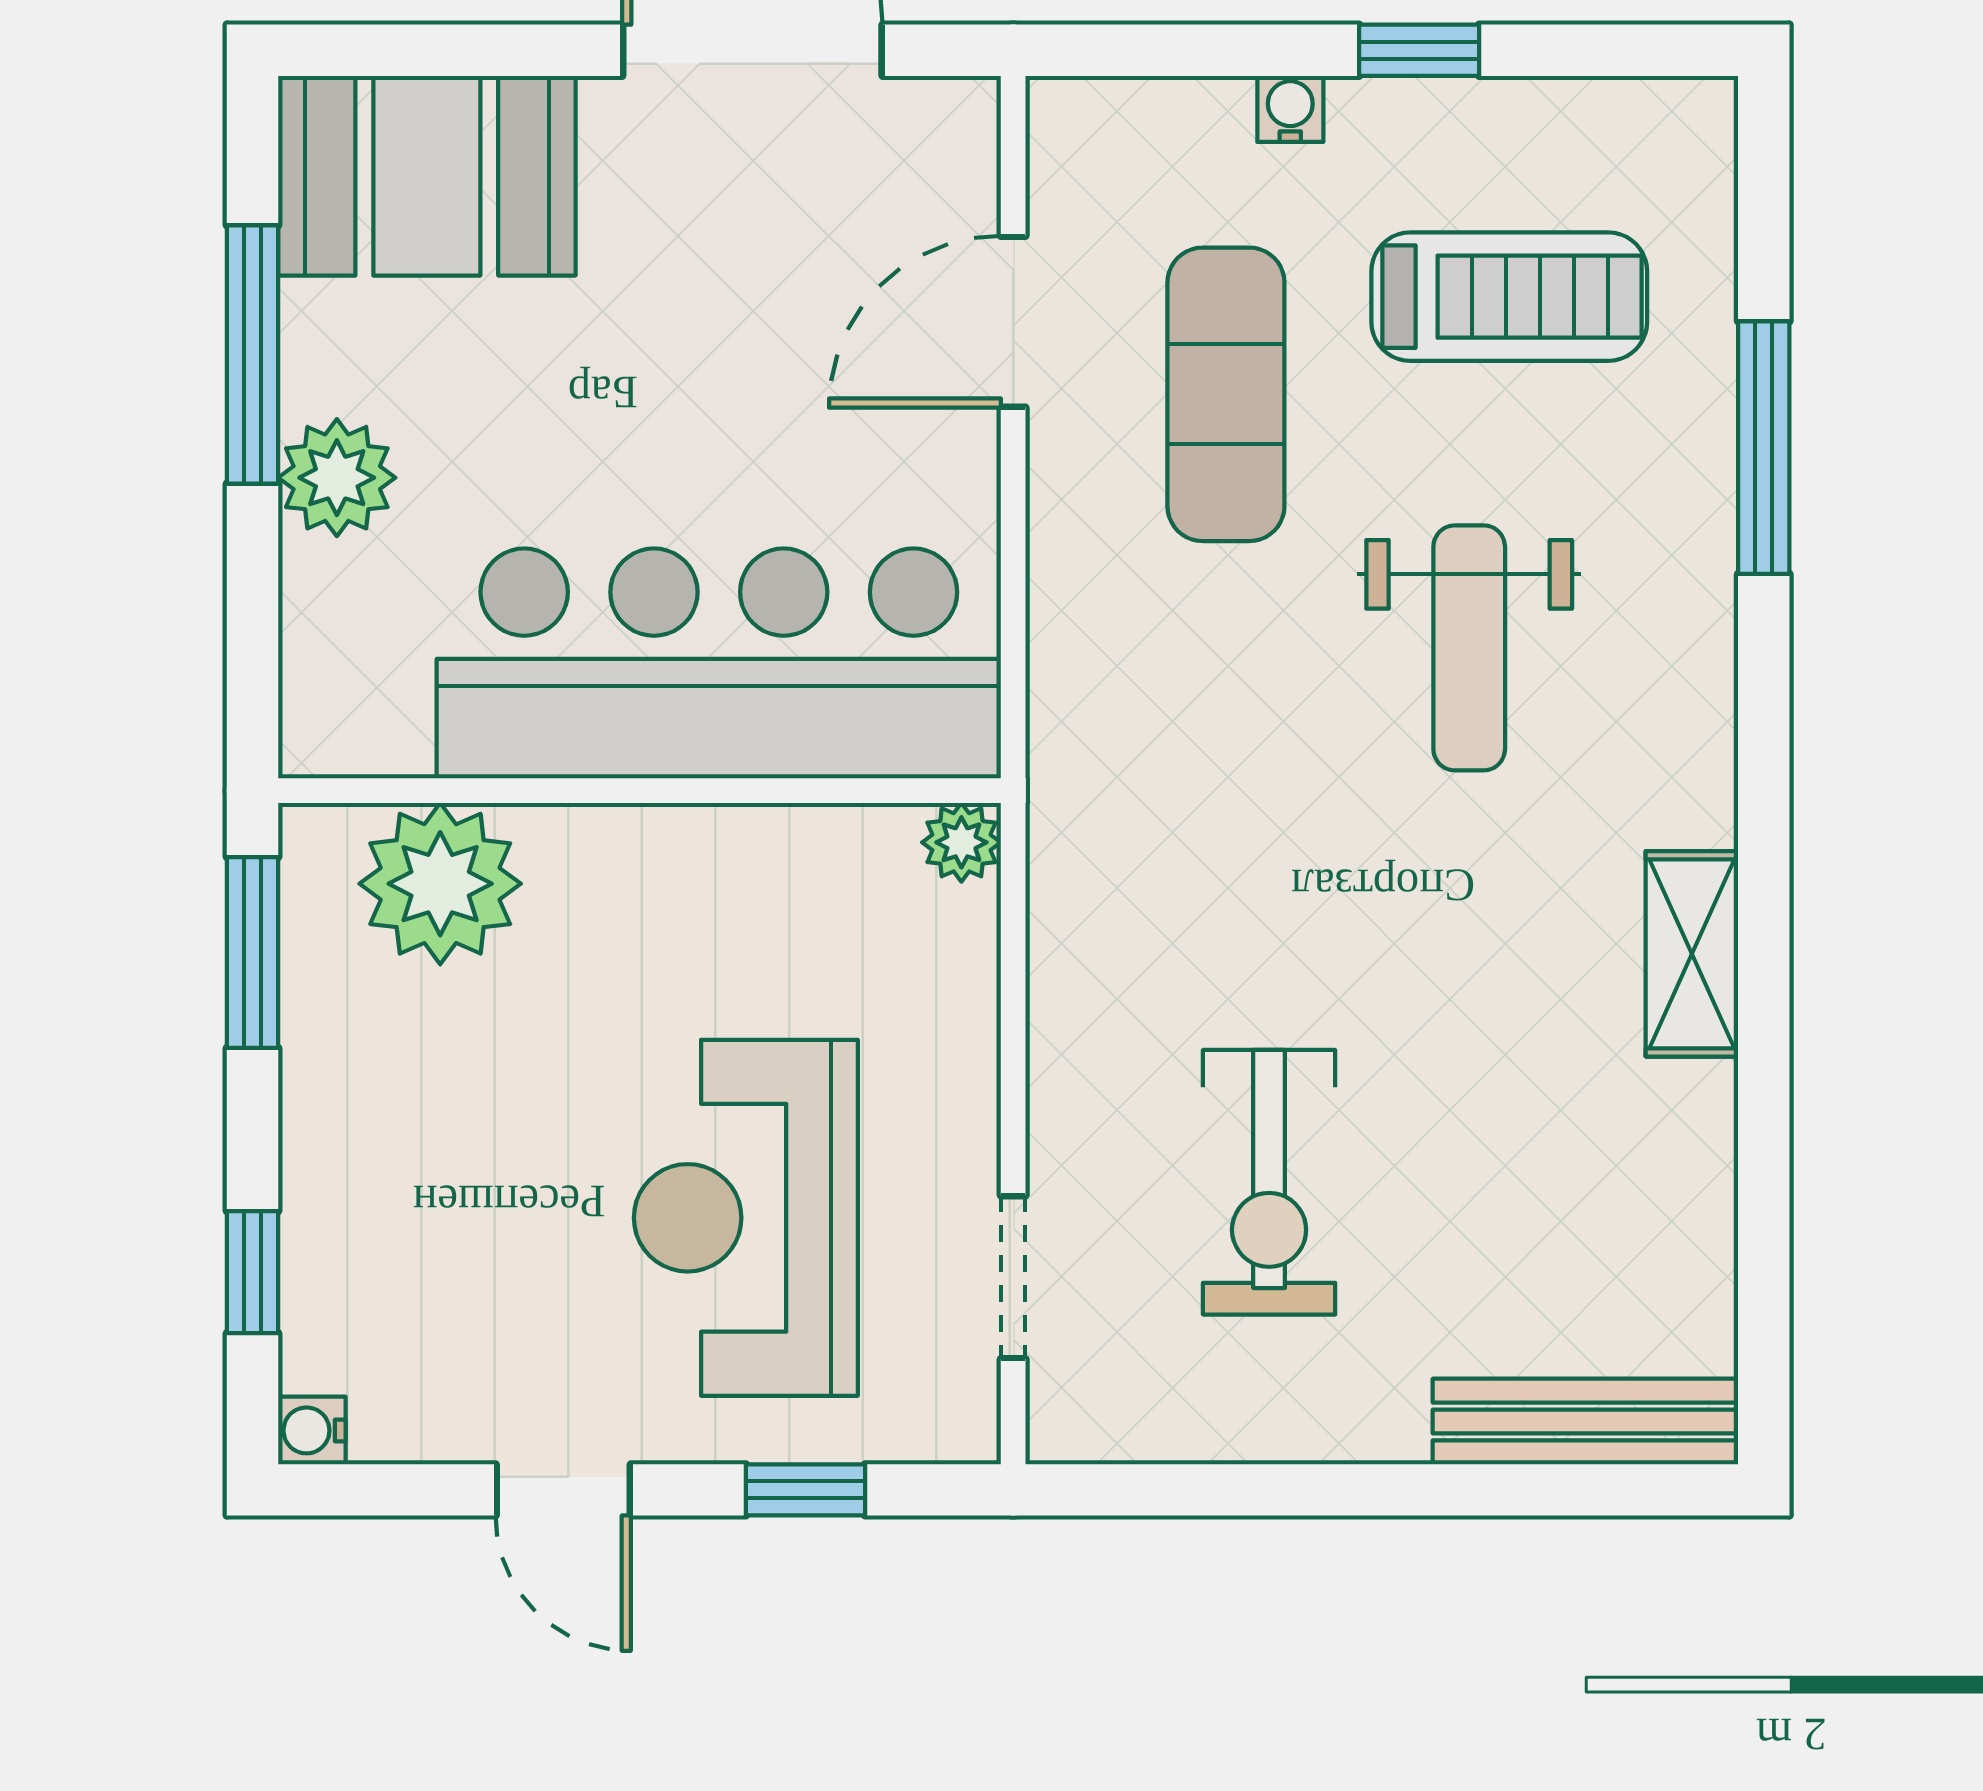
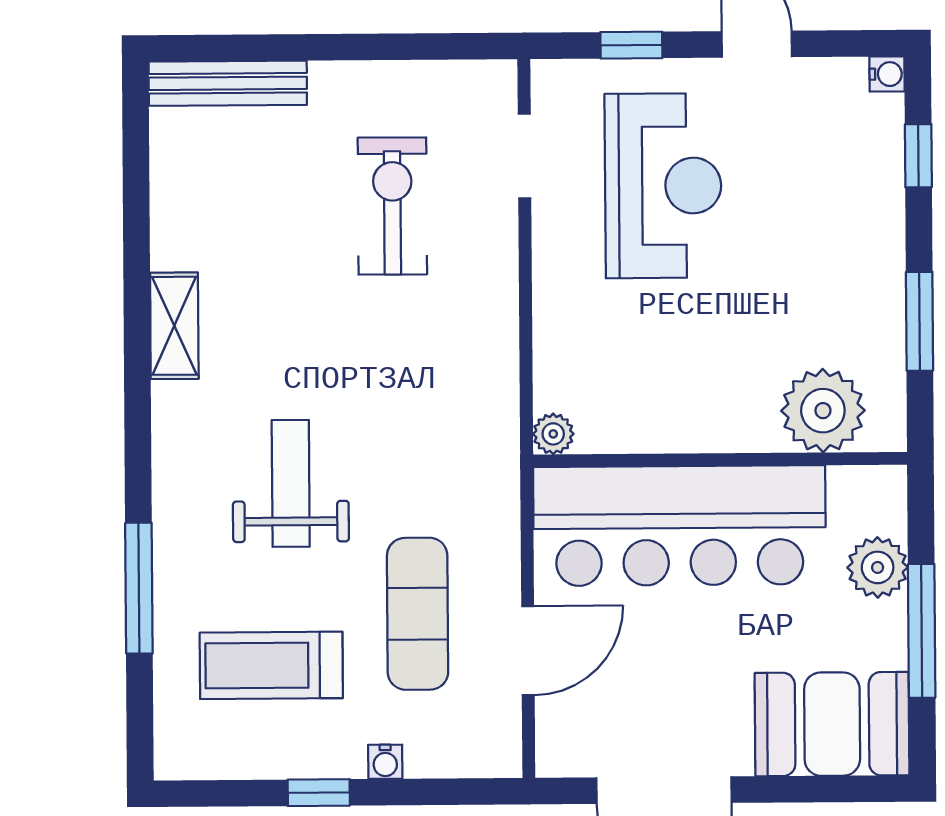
bar counter: (719, 663) -> (679, 526), moved
wall: (639, 791) -> (720, 460), moved
plant: (961, 842) -> (553, 434), moved
plant: (440, 884) -> (823, 411), moved

